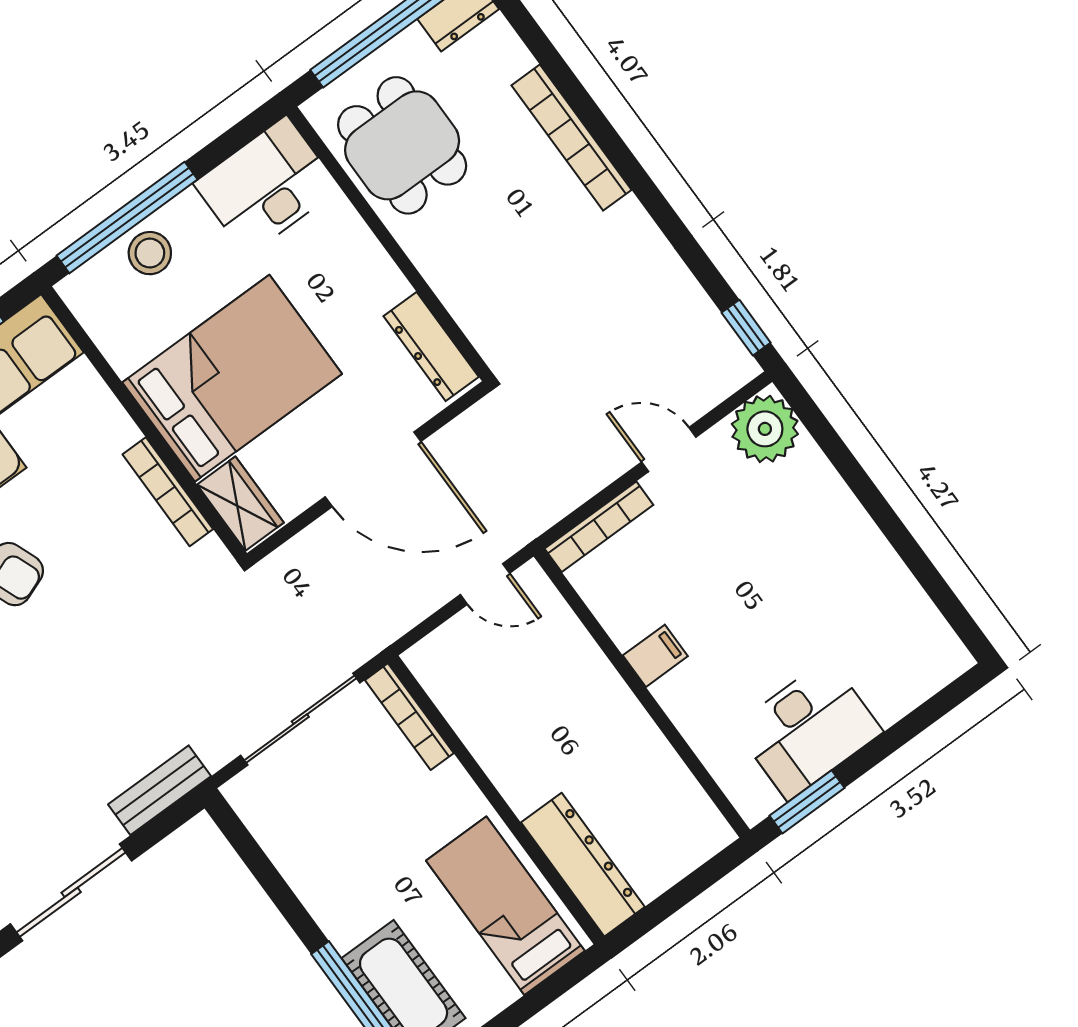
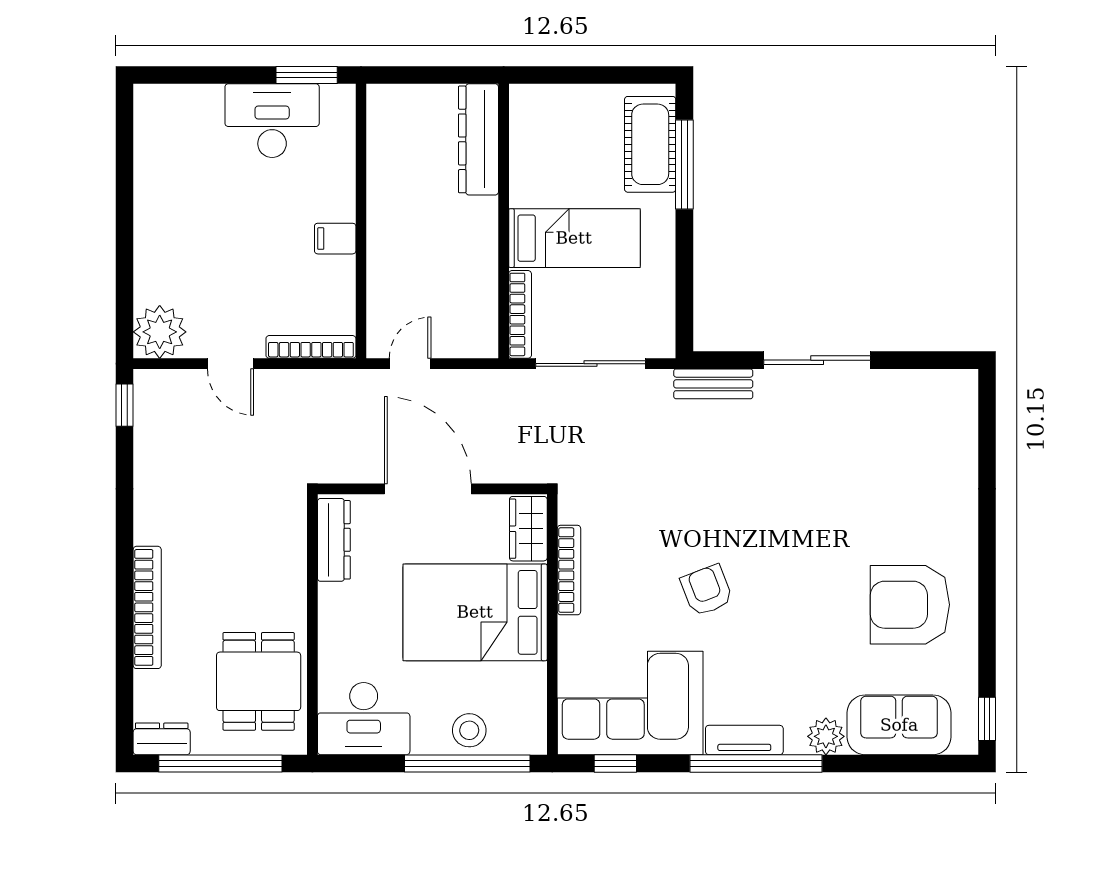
door: (485, 584) -> (410, 364), hinge flipped
bed: (505, 906) -> (574, 238), moved, turned -90

